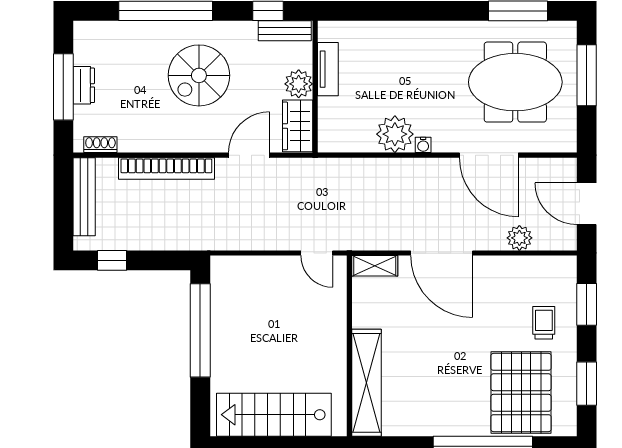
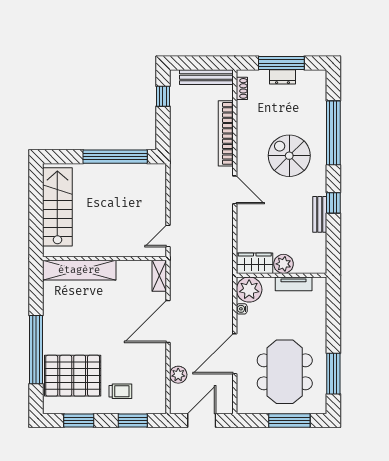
tv unit: (328, 69) -> (294, 284), moved
plant: (299, 84) -> (283, 264), moved
wall: (315, 87) -> (282, 275), moved
wardrobe: (298, 126) -> (255, 263), moved

